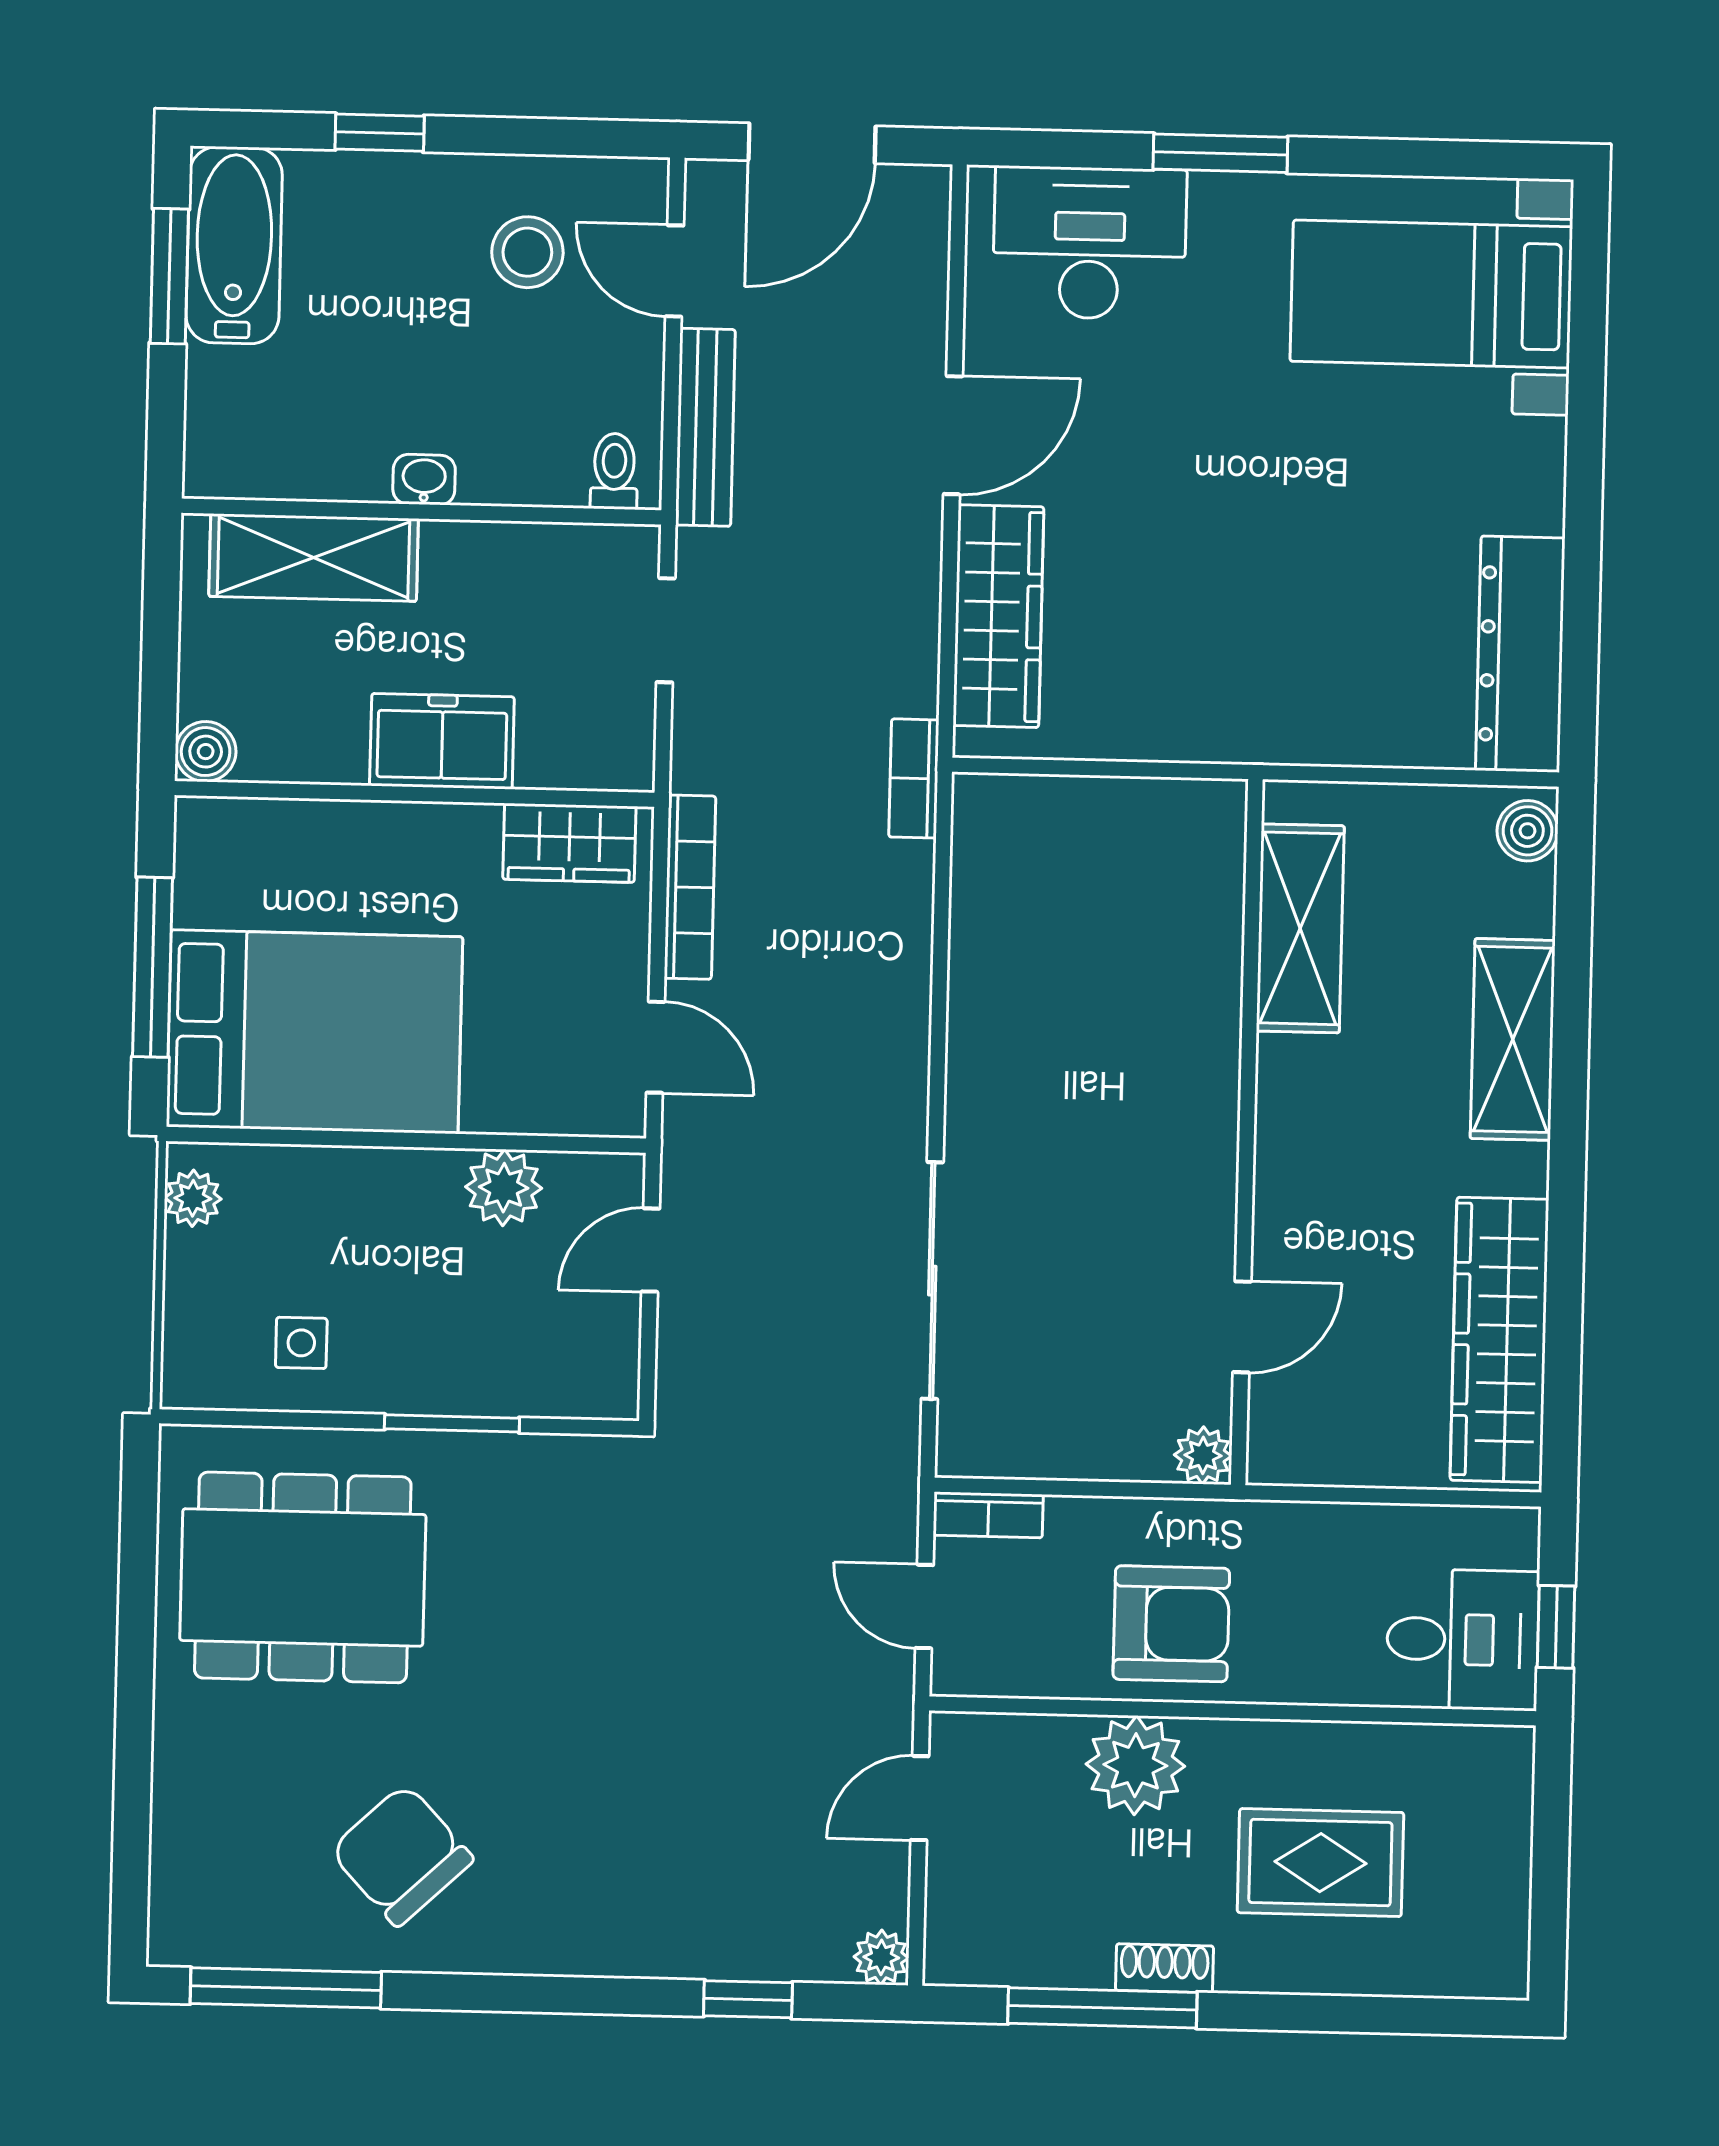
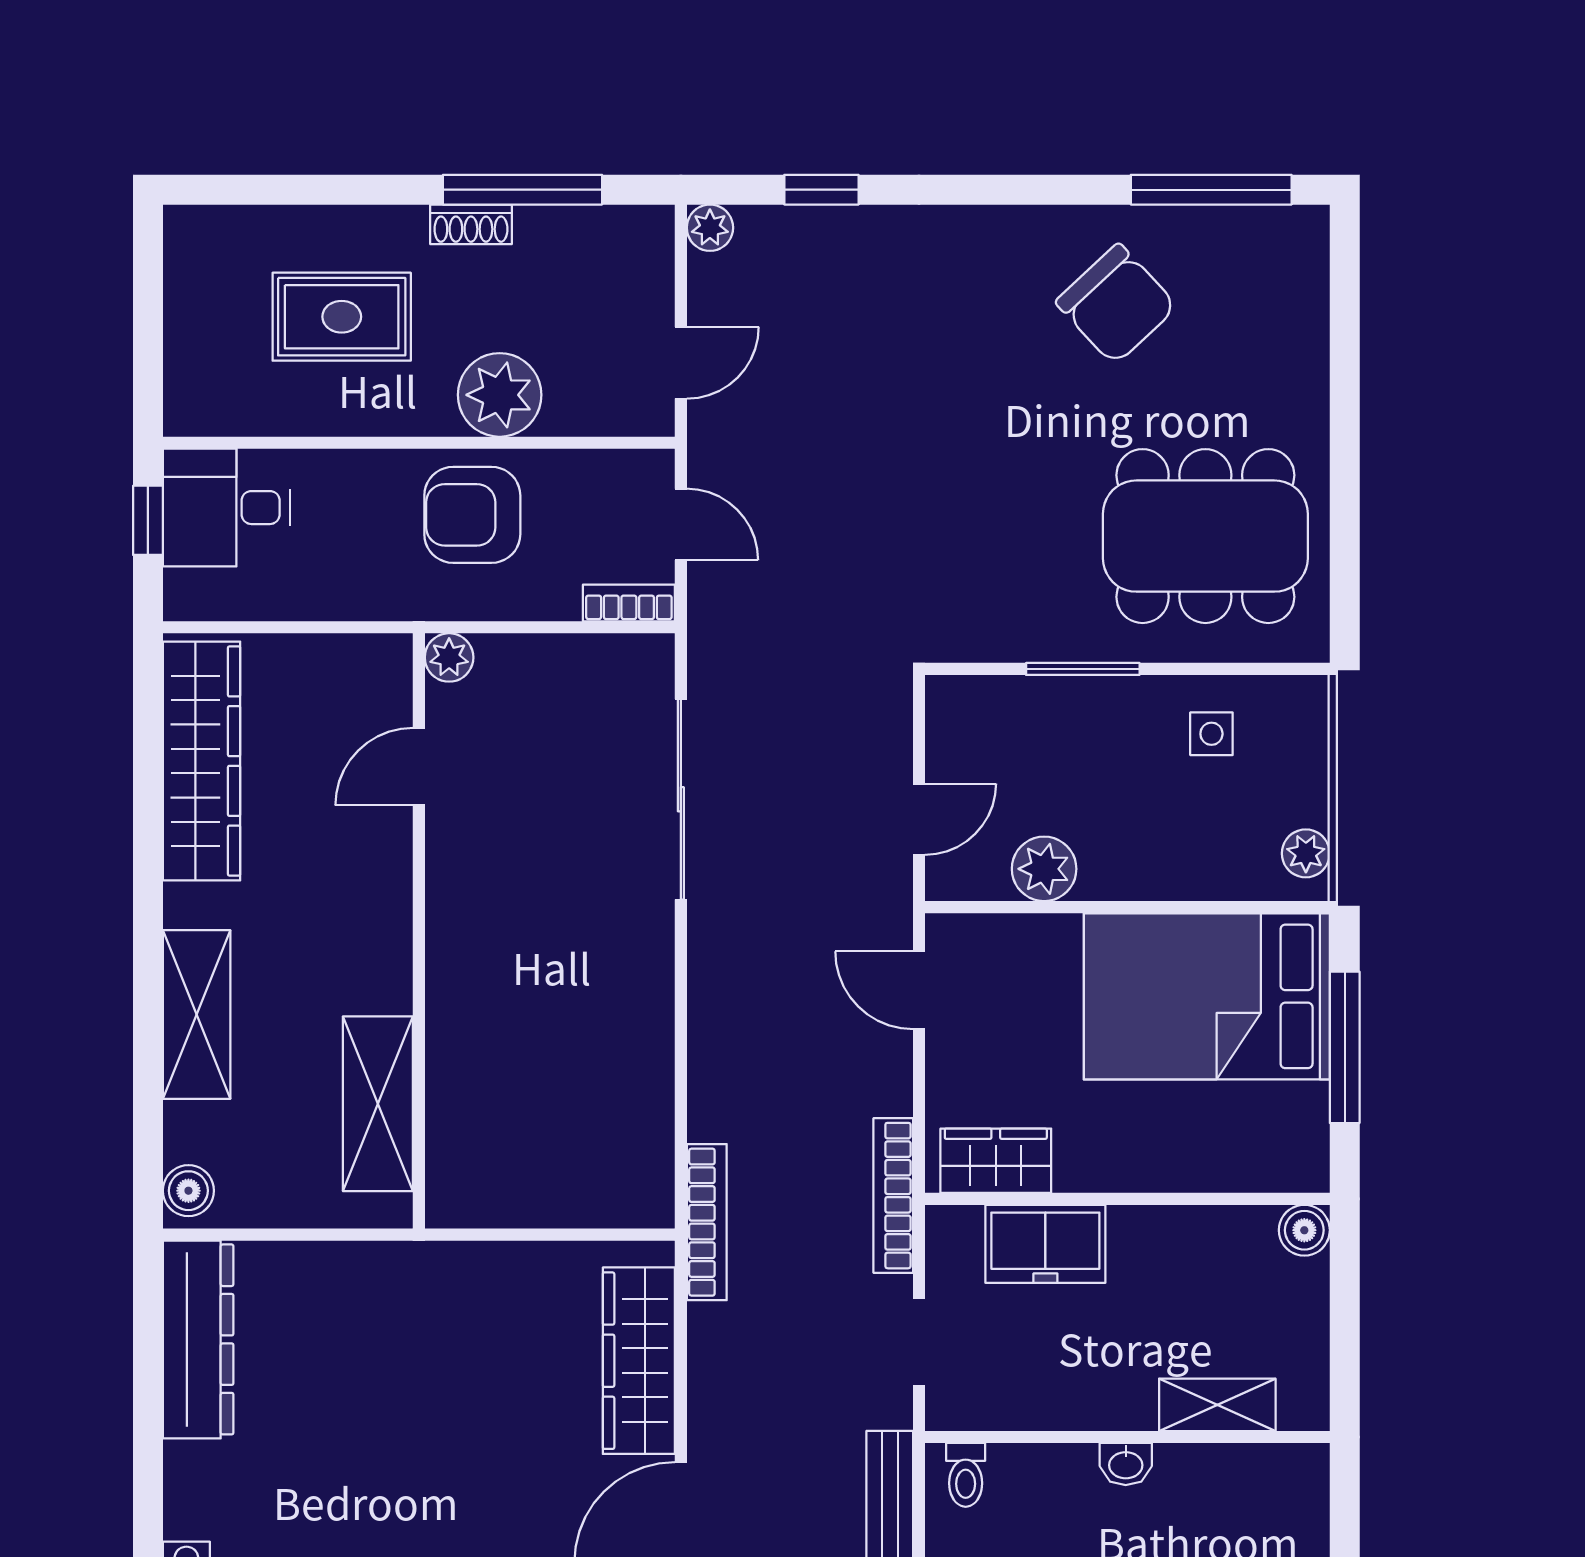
shelving: (314, 557) -> (1217, 1405), width x0.67, depth x0.75
freezer: (442, 741) -> (1045, 1244), moved
bookcase: (914, 778) -> (707, 1222), width x1.56
bookcase: (690, 887) -> (893, 1196), moved

